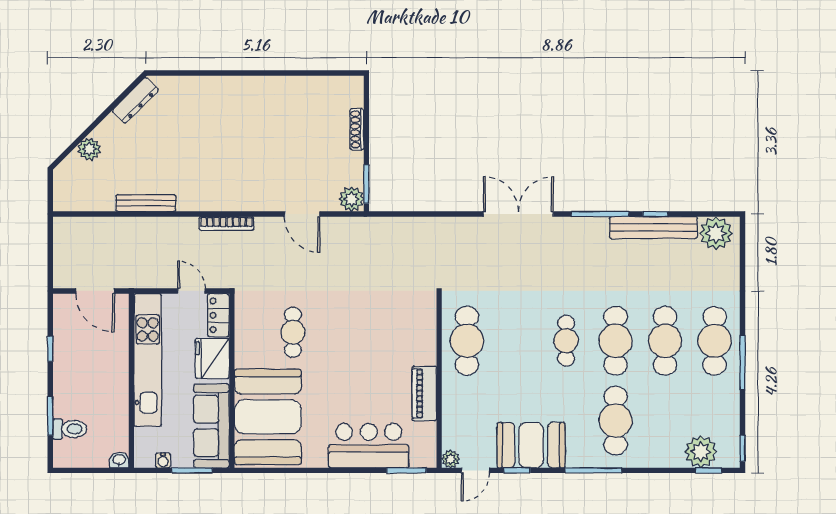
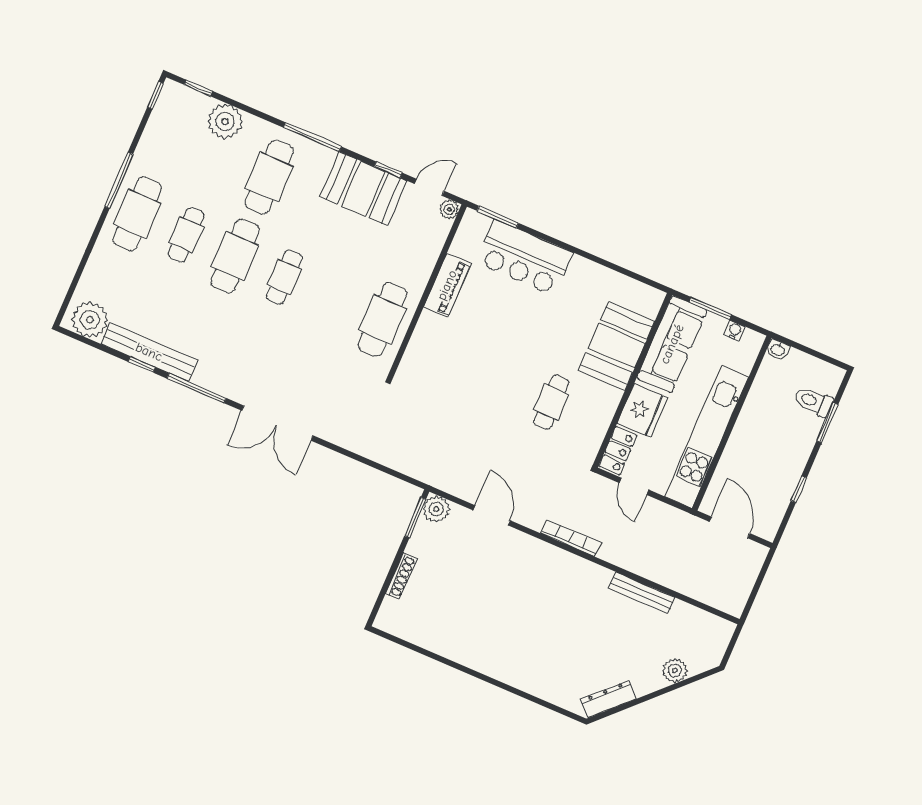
cafe table: (665, 341) -> (186, 235), width x0.73, depth x0.74
booth: (268, 417) -> (617, 346), width x0.73, depth x0.70
plant: (701, 452) -> (225, 121), moved

